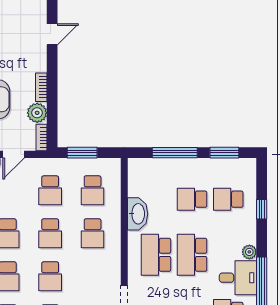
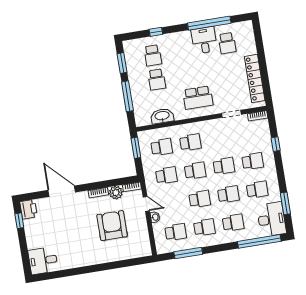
door: (52, 34) -> (62, 191), width x1.87
window: (82, 153) -> (136, 148), moved
washbasin: (138, 214) -> (162, 116), moved
plant: (249, 252) -> (186, 35), removed
school desk: (192, 255) -> (194, 73), removed

